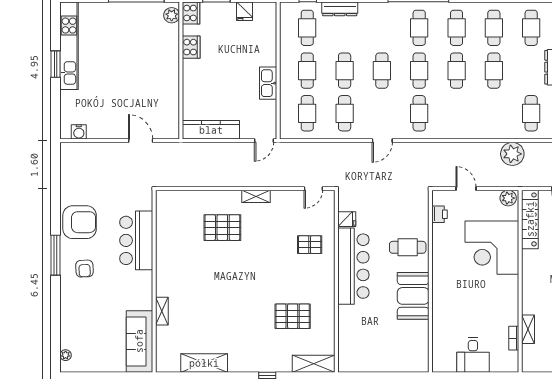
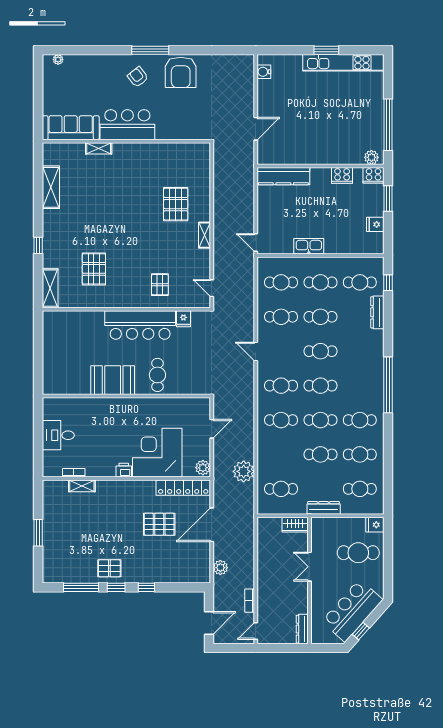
cafe table: (419, 28) -> (281, 420), moved
kitchen counter: (211, 130) -> (283, 176), moved, turned 90
printer: (440, 214) -> (124, 470), moved, turned 180
bar counter: (136, 240) -> (127, 125), moved
armchair: (84, 269) -> (138, 77), turned 55

